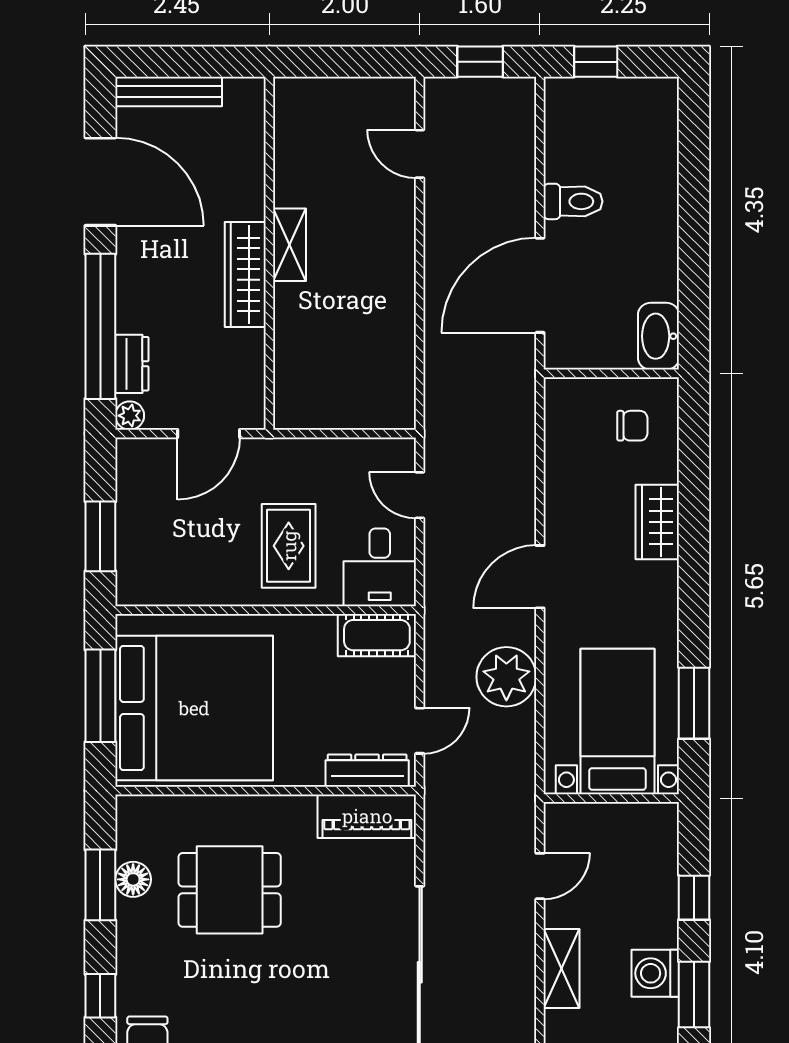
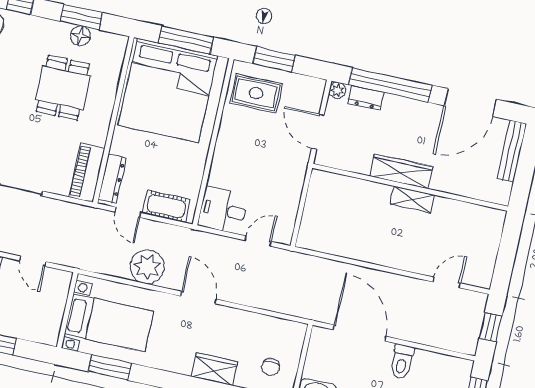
rug: (289, 546) -> (256, 93), moved
cot: (377, 635) -> (166, 206), moved, turned 90

